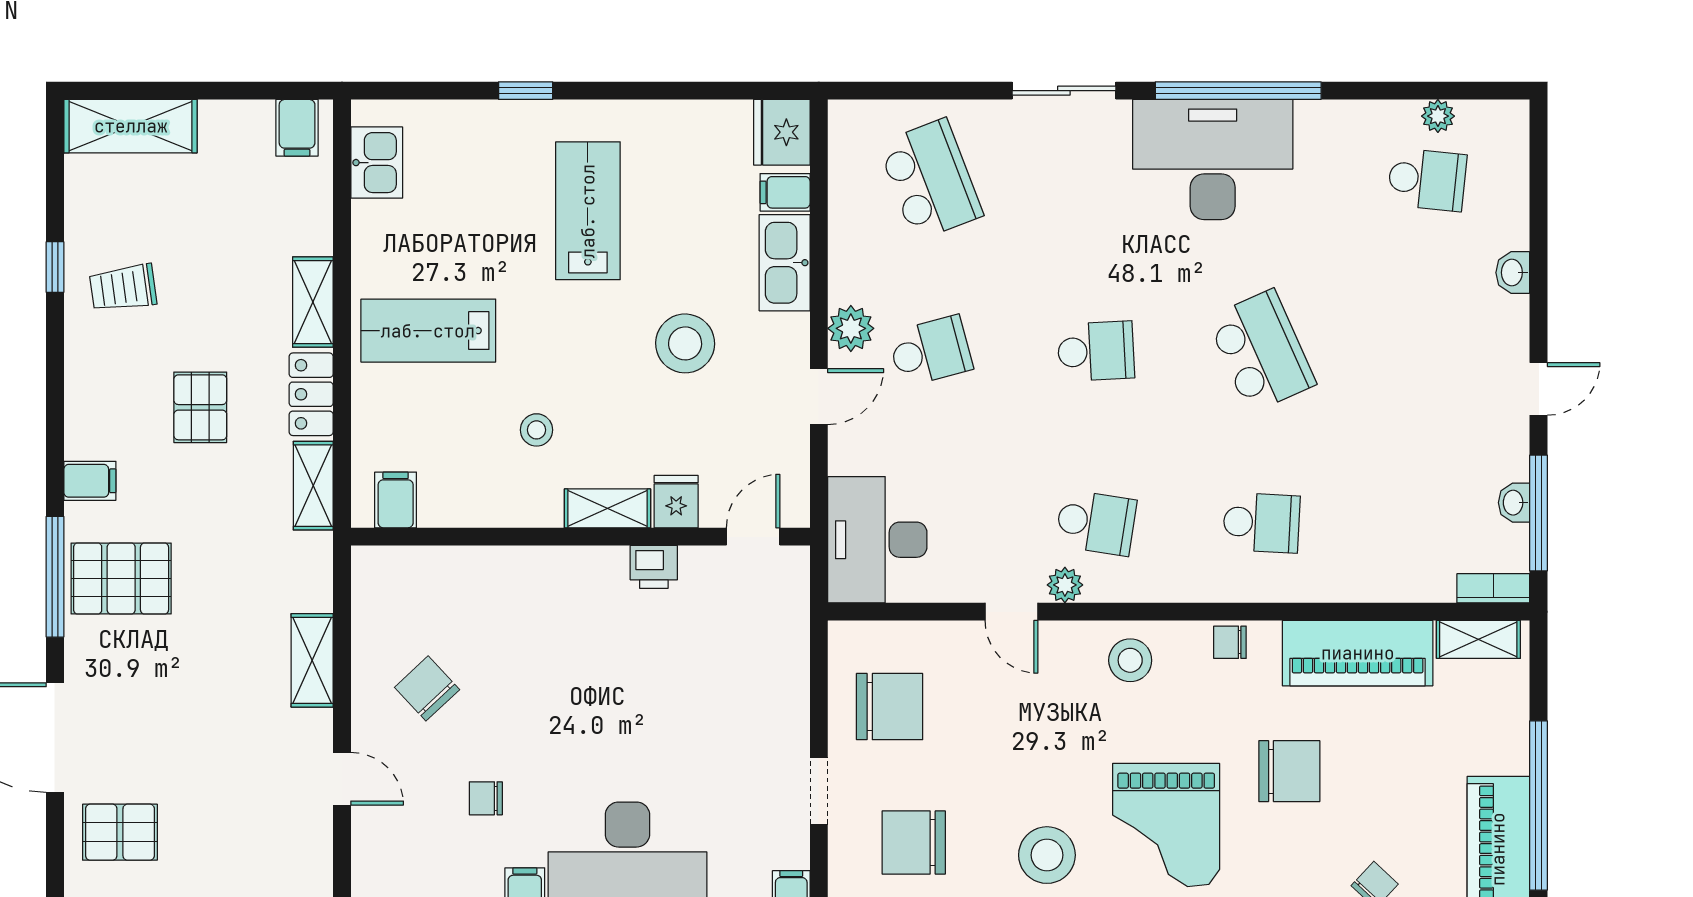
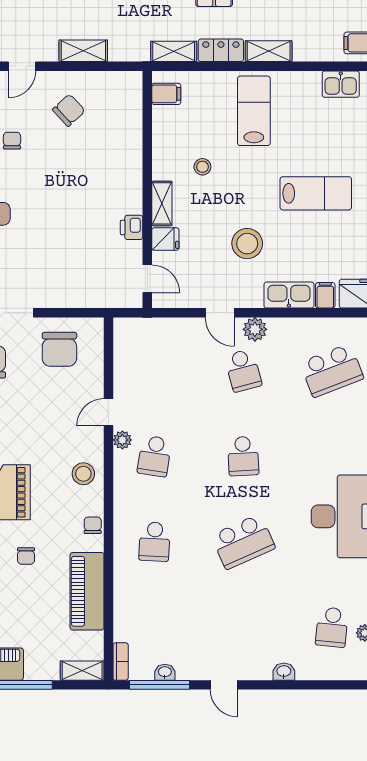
desk: (877, 540) -> (146, 343), removed
shelving: (1478, 639) -> (82, 671), moved, turned 90
chair: (1289, 771) -> (26, 556), width x0.54, depth x0.54

